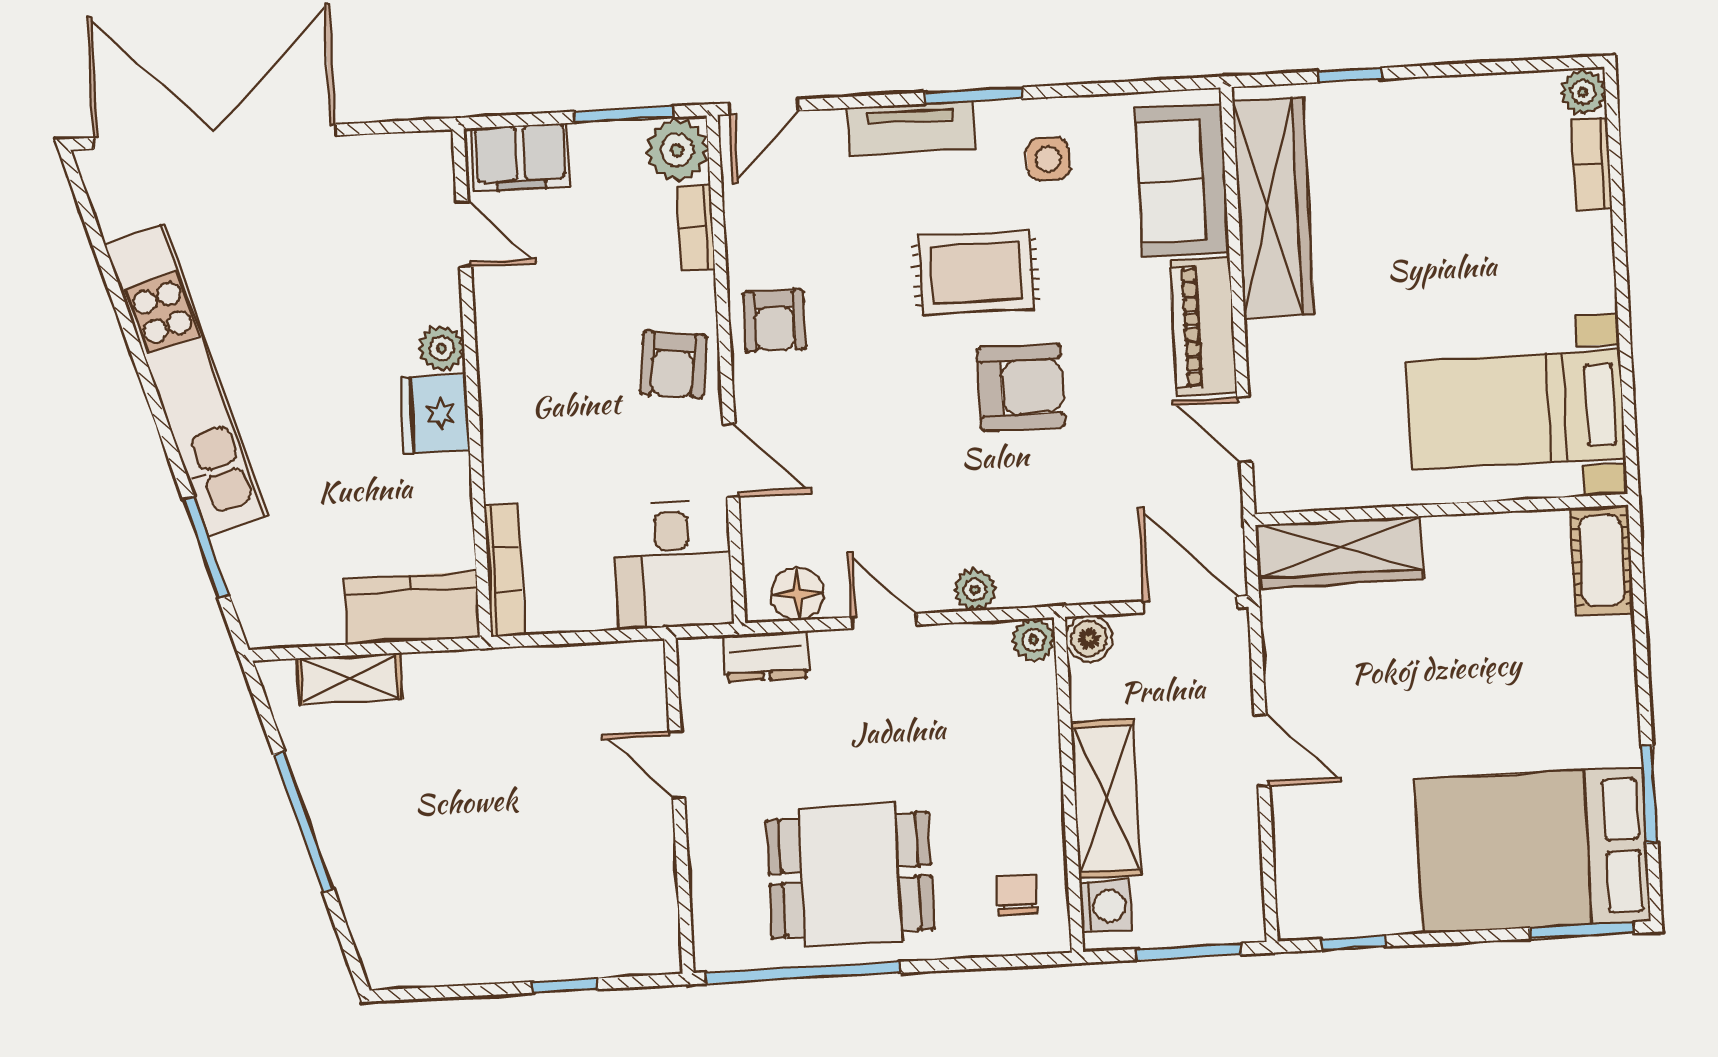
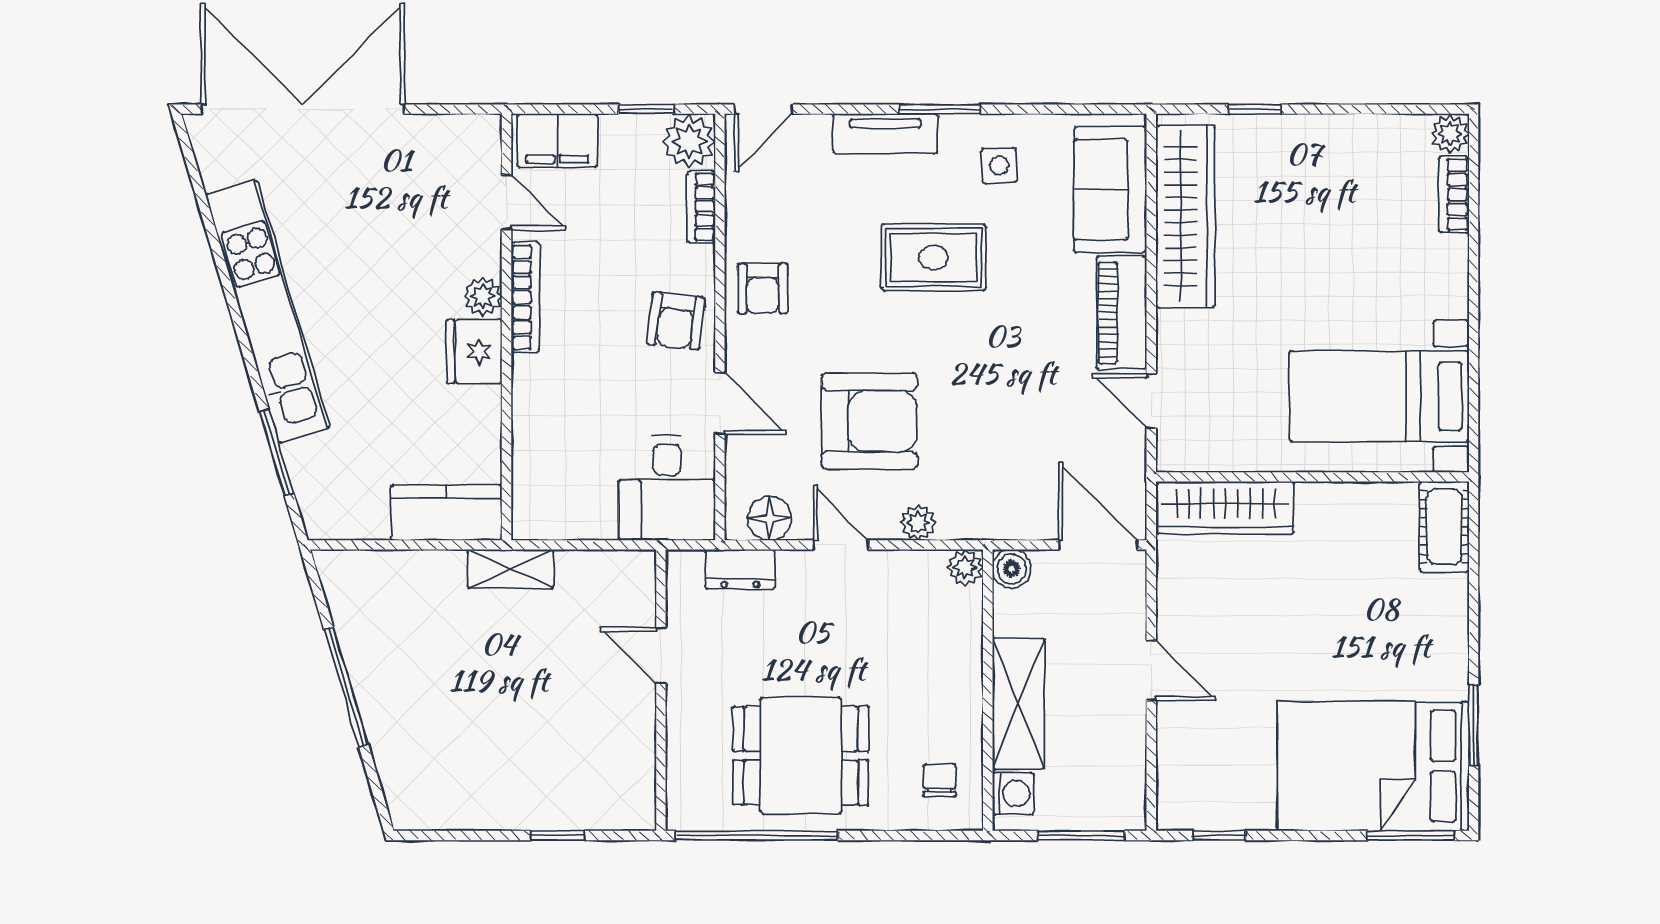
window: (624, 114) -> (646, 109), width x0.67
armchair: (1021, 387) -> (869, 421), moved, width x1.36, depth x1.36
bookcase: (504, 570) -> (525, 297), moved
shelving: (349, 679) -> (510, 569), moved

